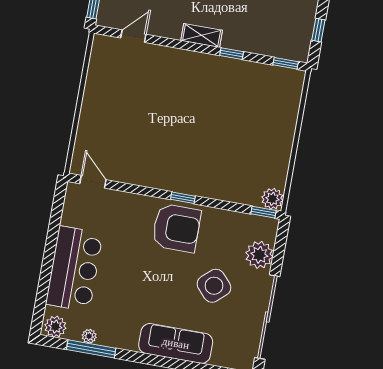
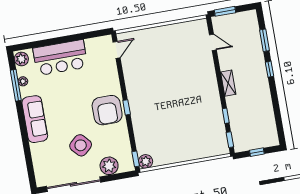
window: (232, 54) -> (226, 116), moved
sofa: (176, 343) -> (35, 119), moved

